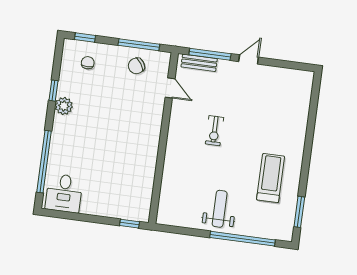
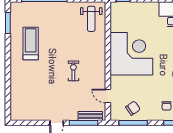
corner desk: (128, 144) -> (131, 54), added
treadmill: (271, 178) -> (31, 44), turned 180
weight bench: (220, 209) -> (91, 19), moved

